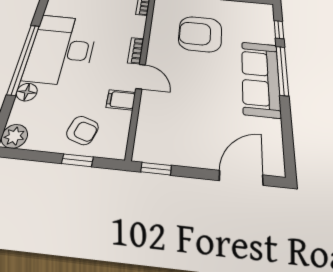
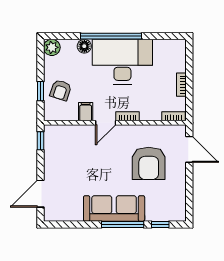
armchair: (200, 34) -> (149, 163), turned 180
door: (241, 178) -> (41, 194), swing flipped

